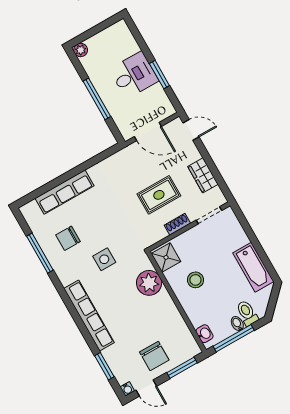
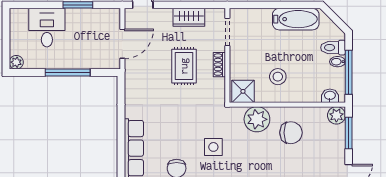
desk: (134, 75) -> (47, 28), moved
plant: (191, 349) -> (336, 115), added
chair: (154, 356) -> (291, 133), moved

